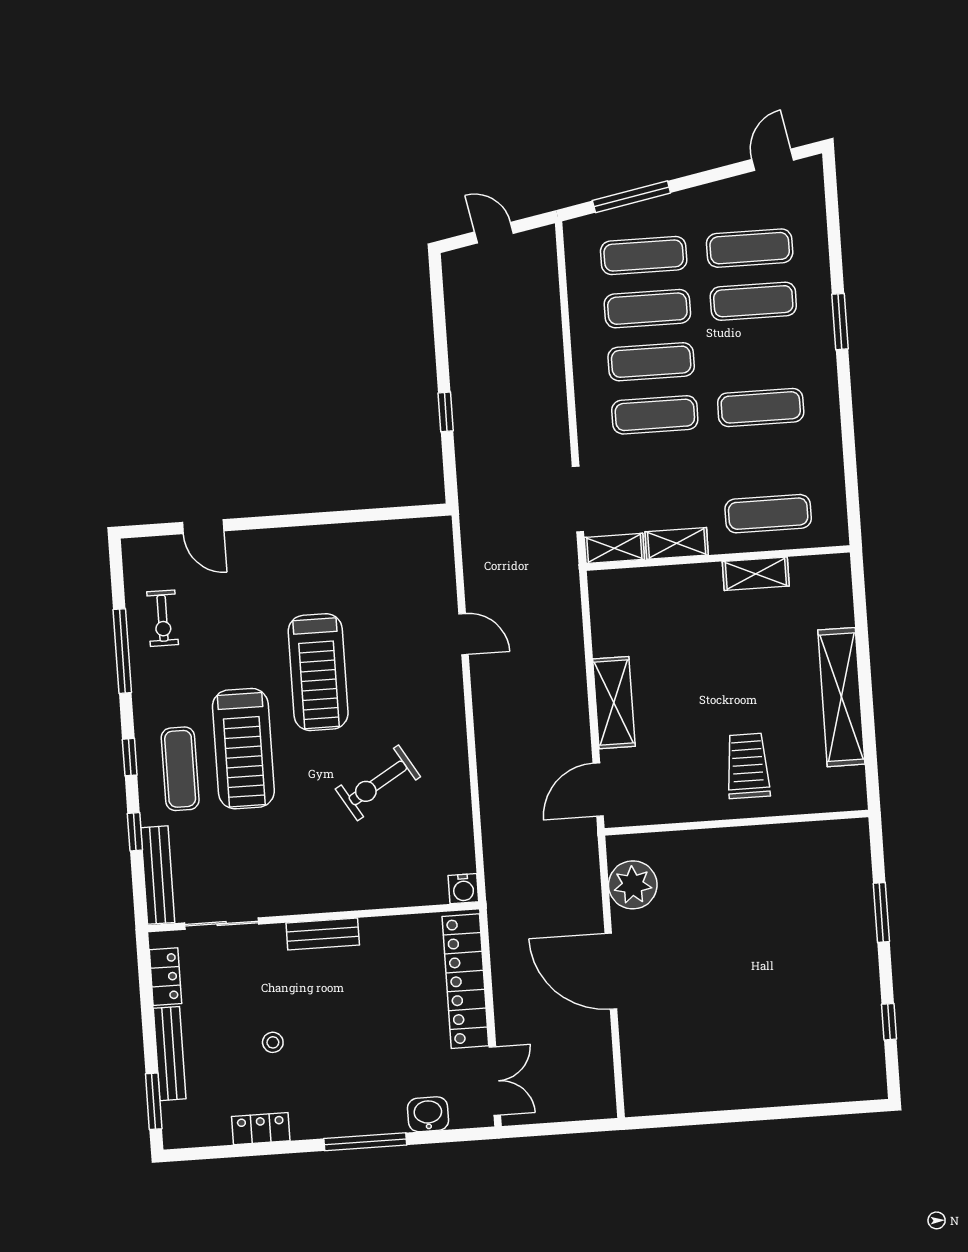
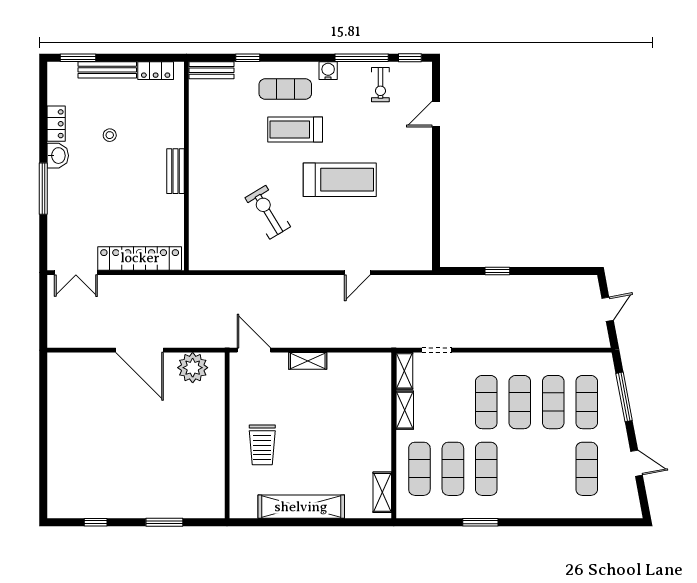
door: (773, 160) -> (637, 463), moved
exercise mat: (753, 301) -> (453, 469), moved
window: (840, 322) -> (480, 522), moved
doorway: (578, 499) -> (437, 350), width x0.73
shelving: (756, 574) -> (382, 492), moved
exercise bike: (163, 618) -> (380, 85), turned -90
treadmill: (318, 672) -> (340, 180), turned 180
shelving: (614, 703) -> (308, 361), width x0.67, depth x0.75
treadmill: (243, 749) -> (295, 130), width x0.73, depth x0.73
window: (130, 757) -> (410, 58), moved
trolley: (748, 766) -> (262, 445), turned 90
bench: (158, 875) -> (212, 70), width x0.73
water cooler: (463, 889) -> (328, 71), moved, turned 90
sliding door: (222, 924) -> (186, 108), removed
door: (611, 971) -> (140, 350), swing flipped
washbasin: (428, 1114) -> (58, 156), moved

